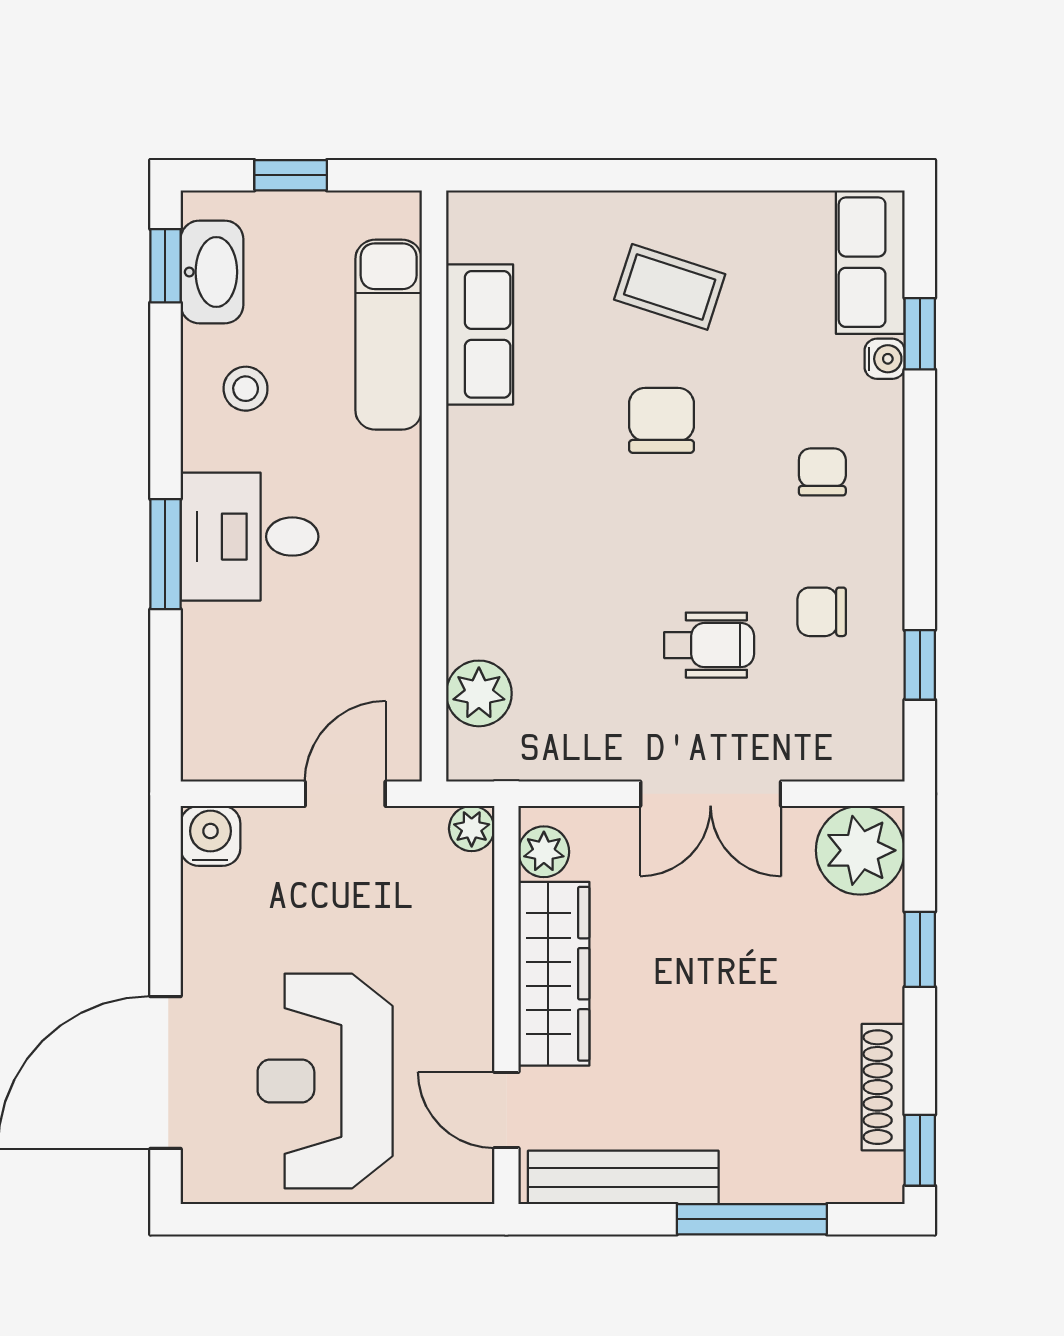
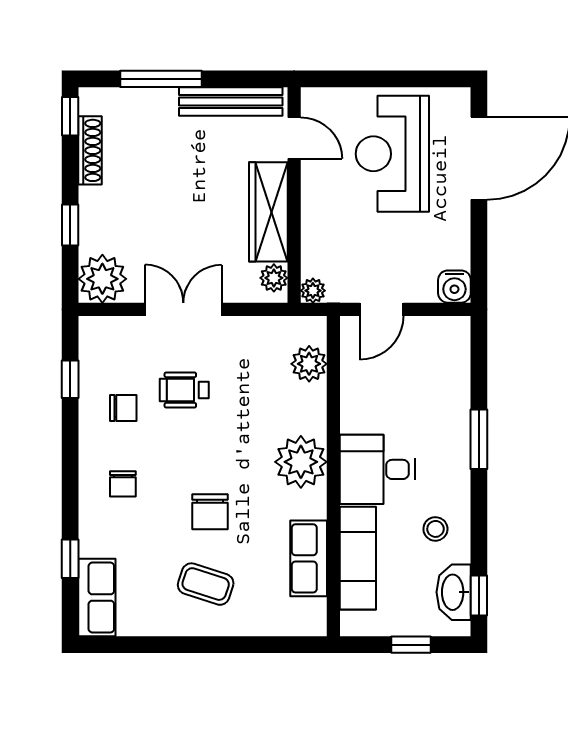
water cooler: (885, 359) -> (89, 545), removed
plant: (494, 512) -> (301, 462), added
desk: (250, 537) -> (377, 469), moved, turned 180
reception desk: (325, 1081) -> (392, 154), turned 180

